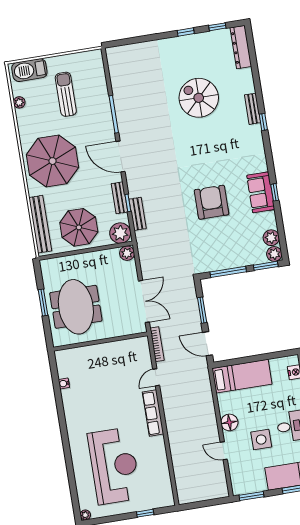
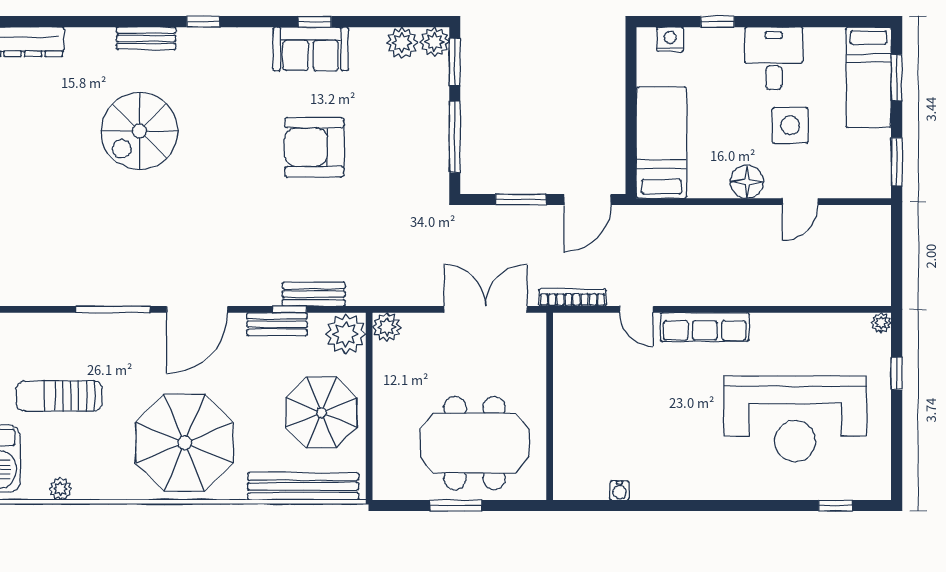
spiral stairs: (199, 98) -> (139, 131), moved
window: (263, 122) -> (203, 22), moved
reception desk: (114, 466) -> (795, 419), turned 180
window: (74, 493) -> (835, 506), added
plant: (85, 515) -> (881, 323), moved

